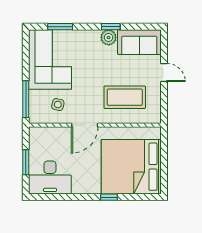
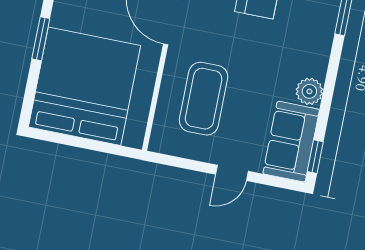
window: (111, 27) -> (315, 157), moved
window: (109, 197) -> (41, 39), width x1.50

